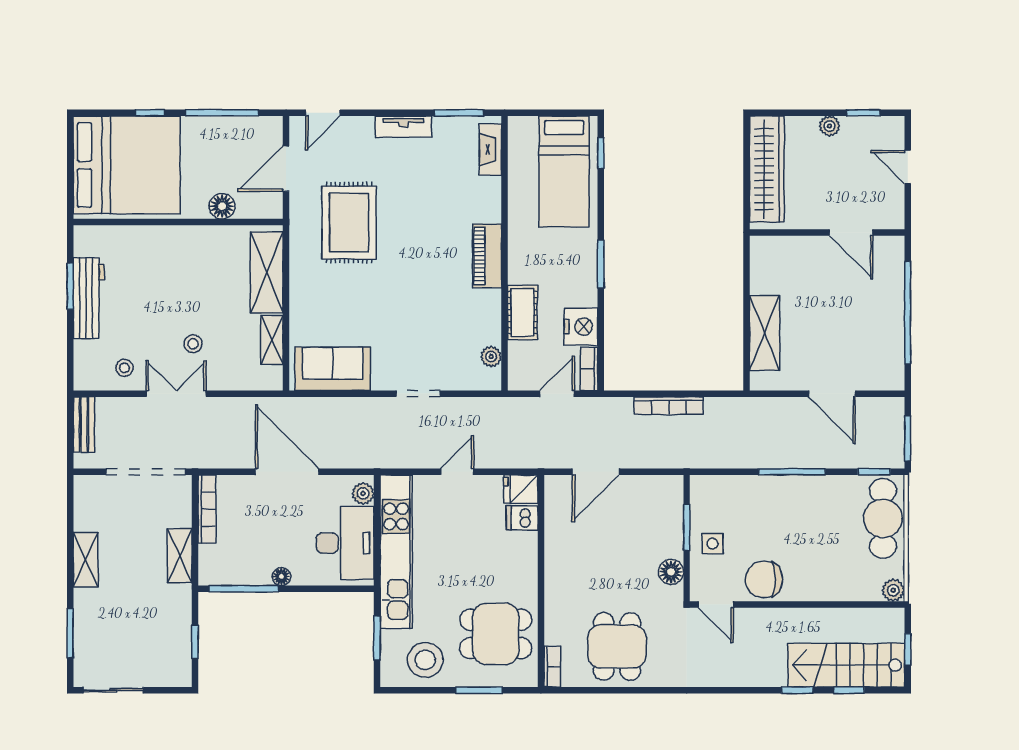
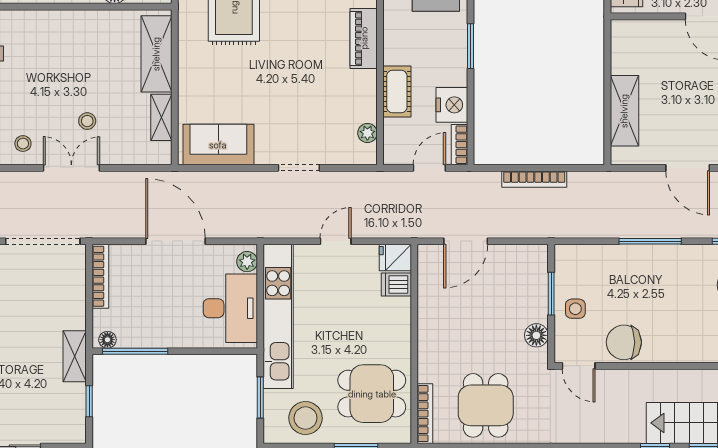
shelving: (180, 556) -> (75, 356), moved
floor lamp: (281, 577) -> (107, 340), moved
bookcase: (552, 667) -> (425, 414), width x1.56

